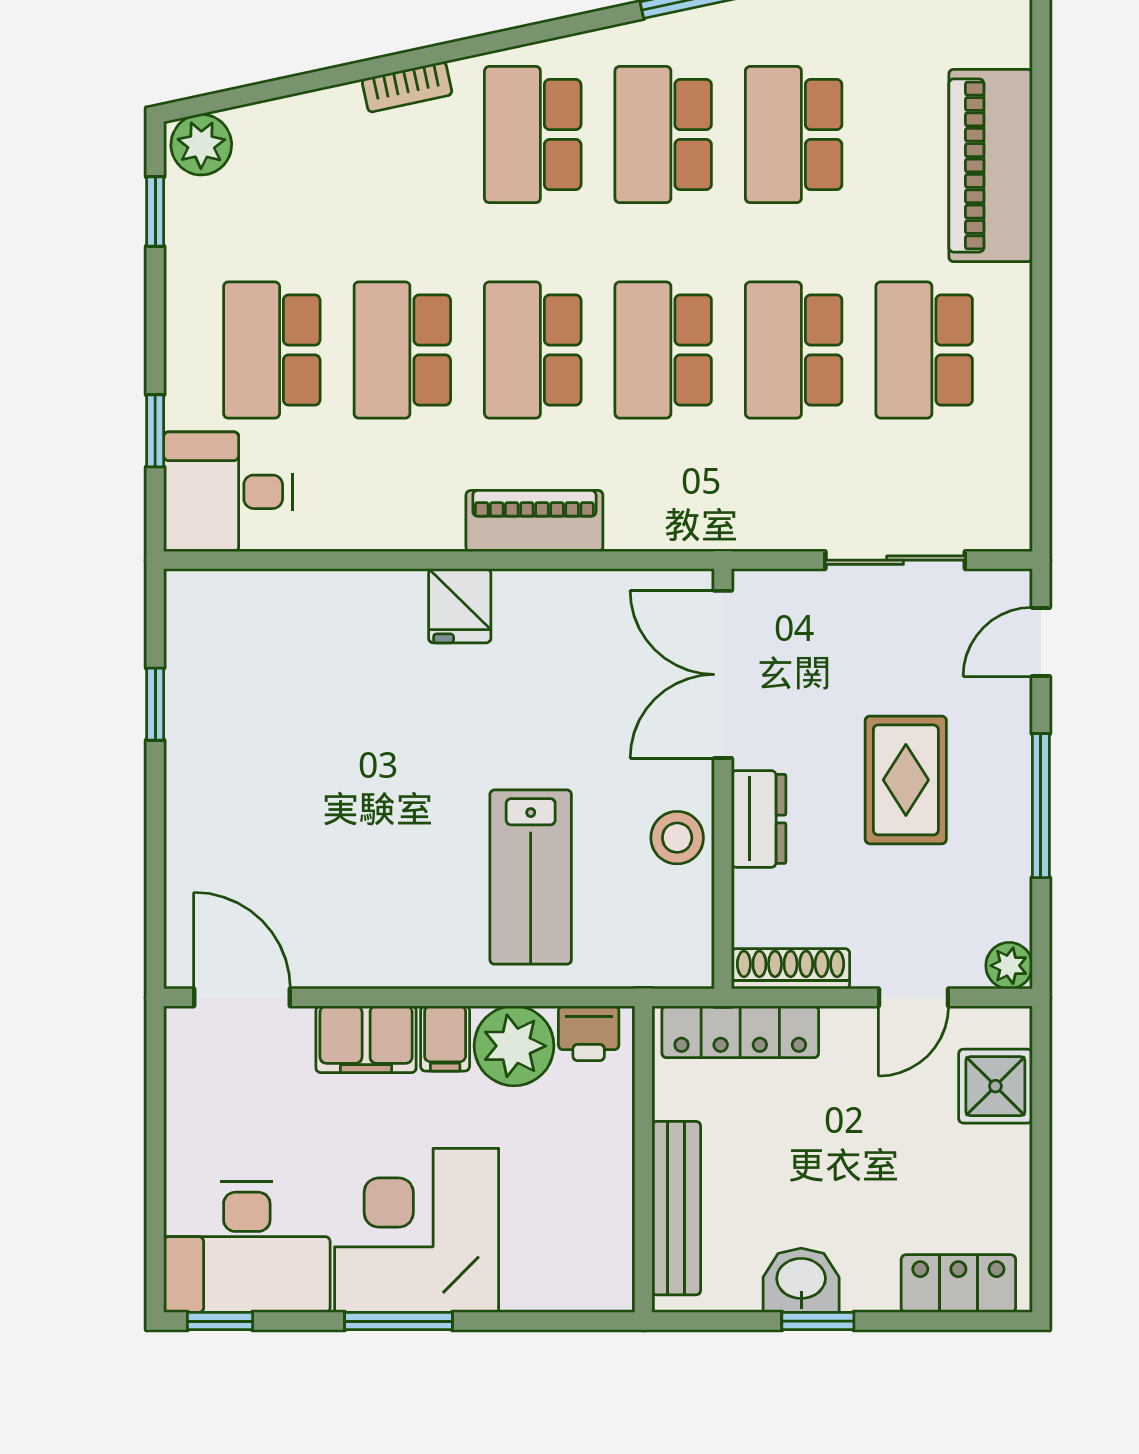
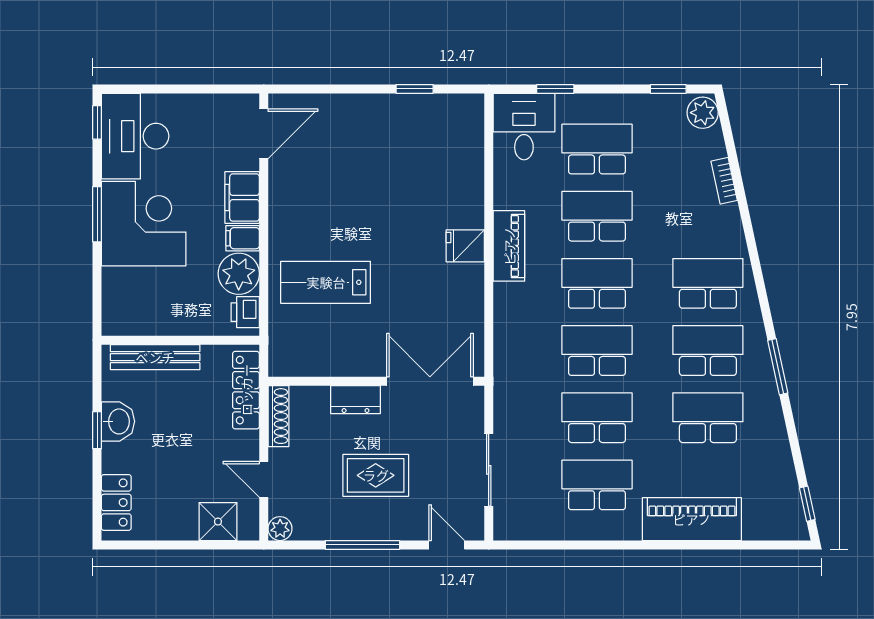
bookcase: (407, 87) -> (724, 181), moved
piano: (534, 521) -> (509, 246), moved
stool: (677, 838) -> (346, 358), removed

